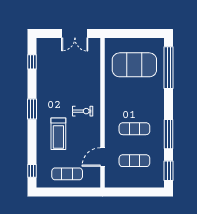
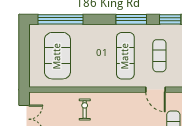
exercise bike: (83, 111) -> (85, 109), moved
exercise mat: (134, 129) -> (125, 56), width x1.36, depth x1.45

